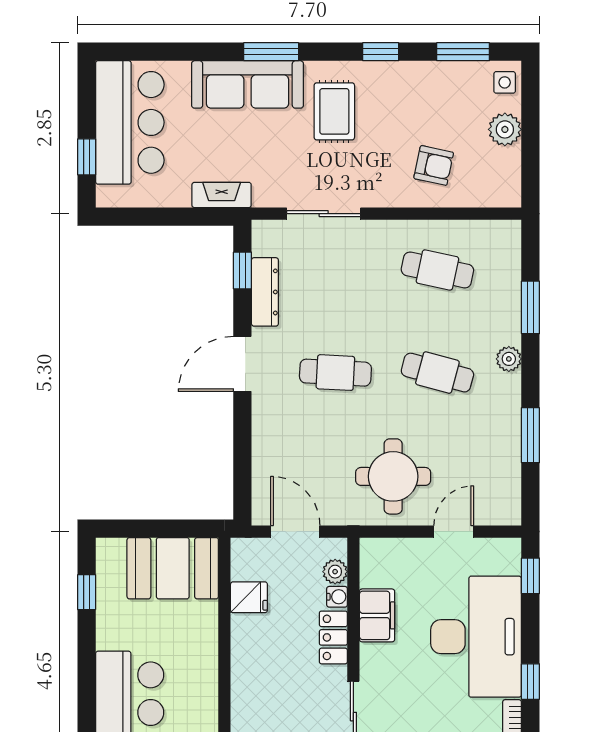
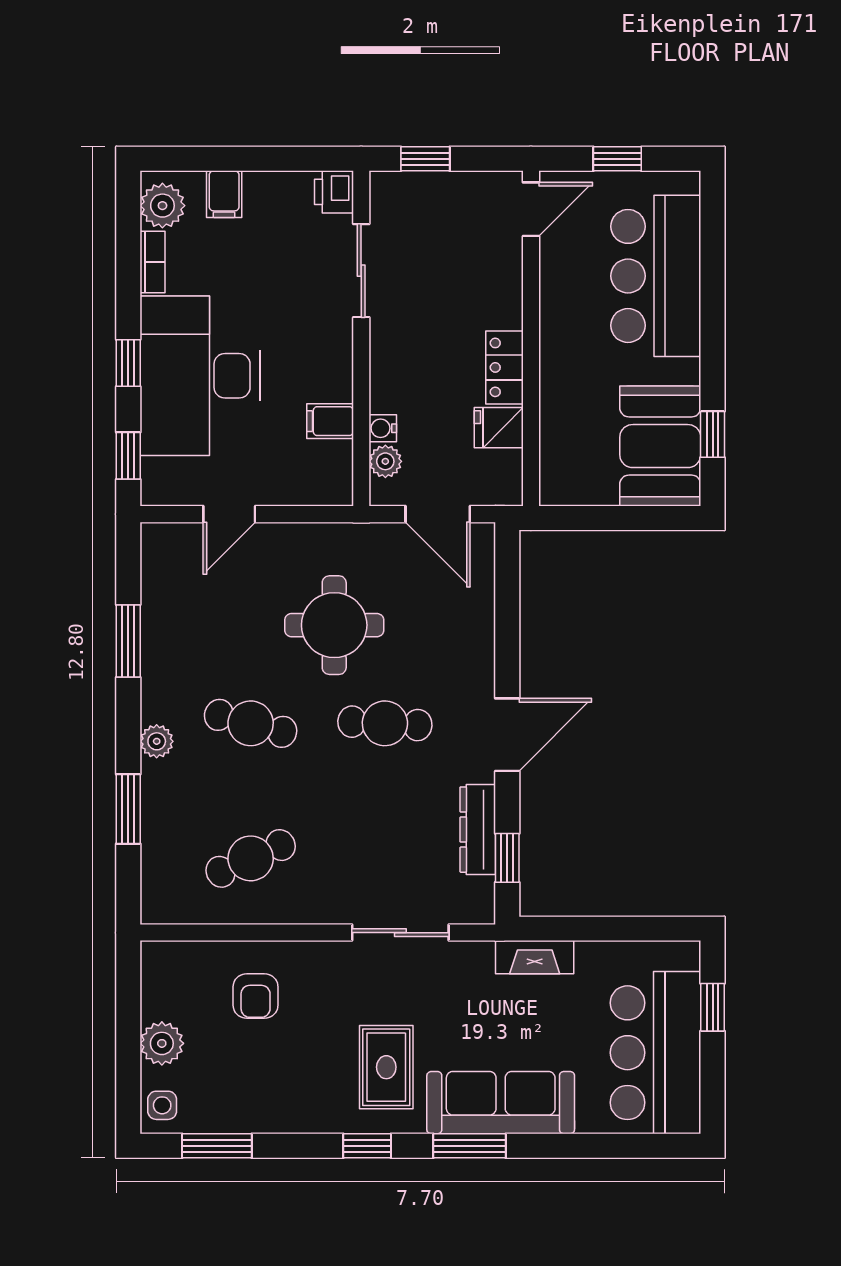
window: (381, 52) -> (367, 1146), moved
armchair: (434, 165) -> (256, 996), turned -102
cafe table: (437, 270) -> (251, 858), turned -36
round table: (393, 476) -> (334, 625), moved
booth: (173, 568) -> (660, 446), moved, turned 90
filing cabinet: (377, 615) -> (330, 421), width x0.50
locker: (333, 637) -> (504, 367), moved, turned 180
window: (530, 682) -> (128, 363), moved

